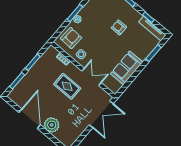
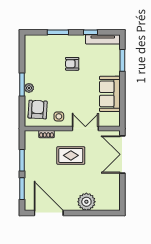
double door: (101, 114) -> (122, 154), swing flipped
door: (30, 119) -> (49, 213), moved

